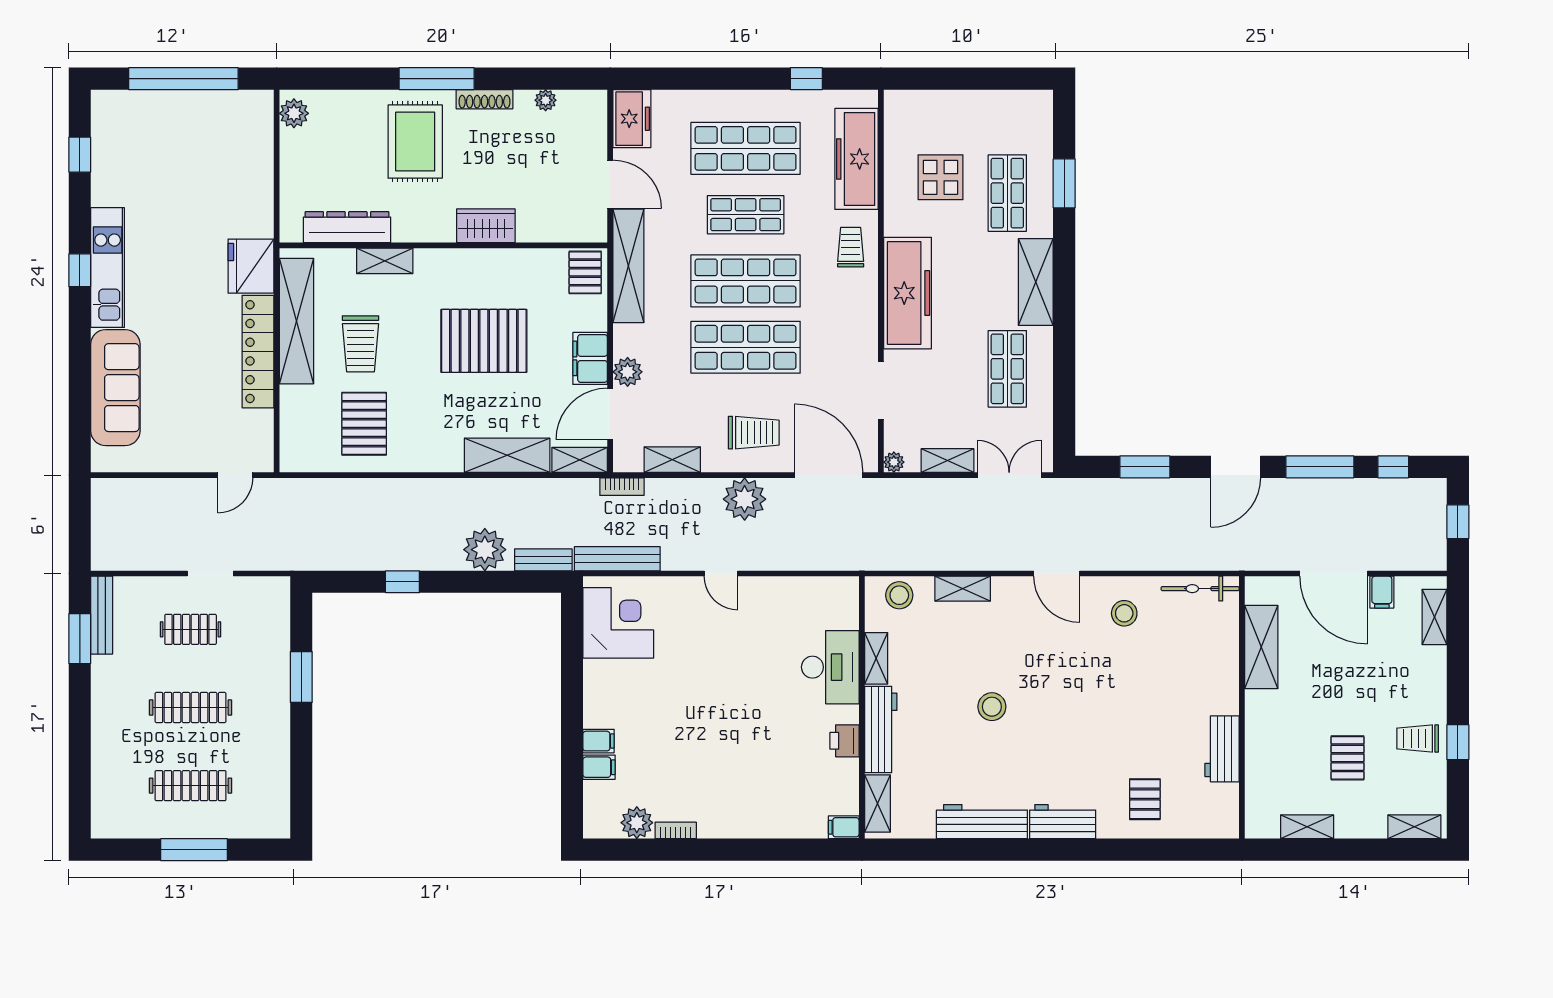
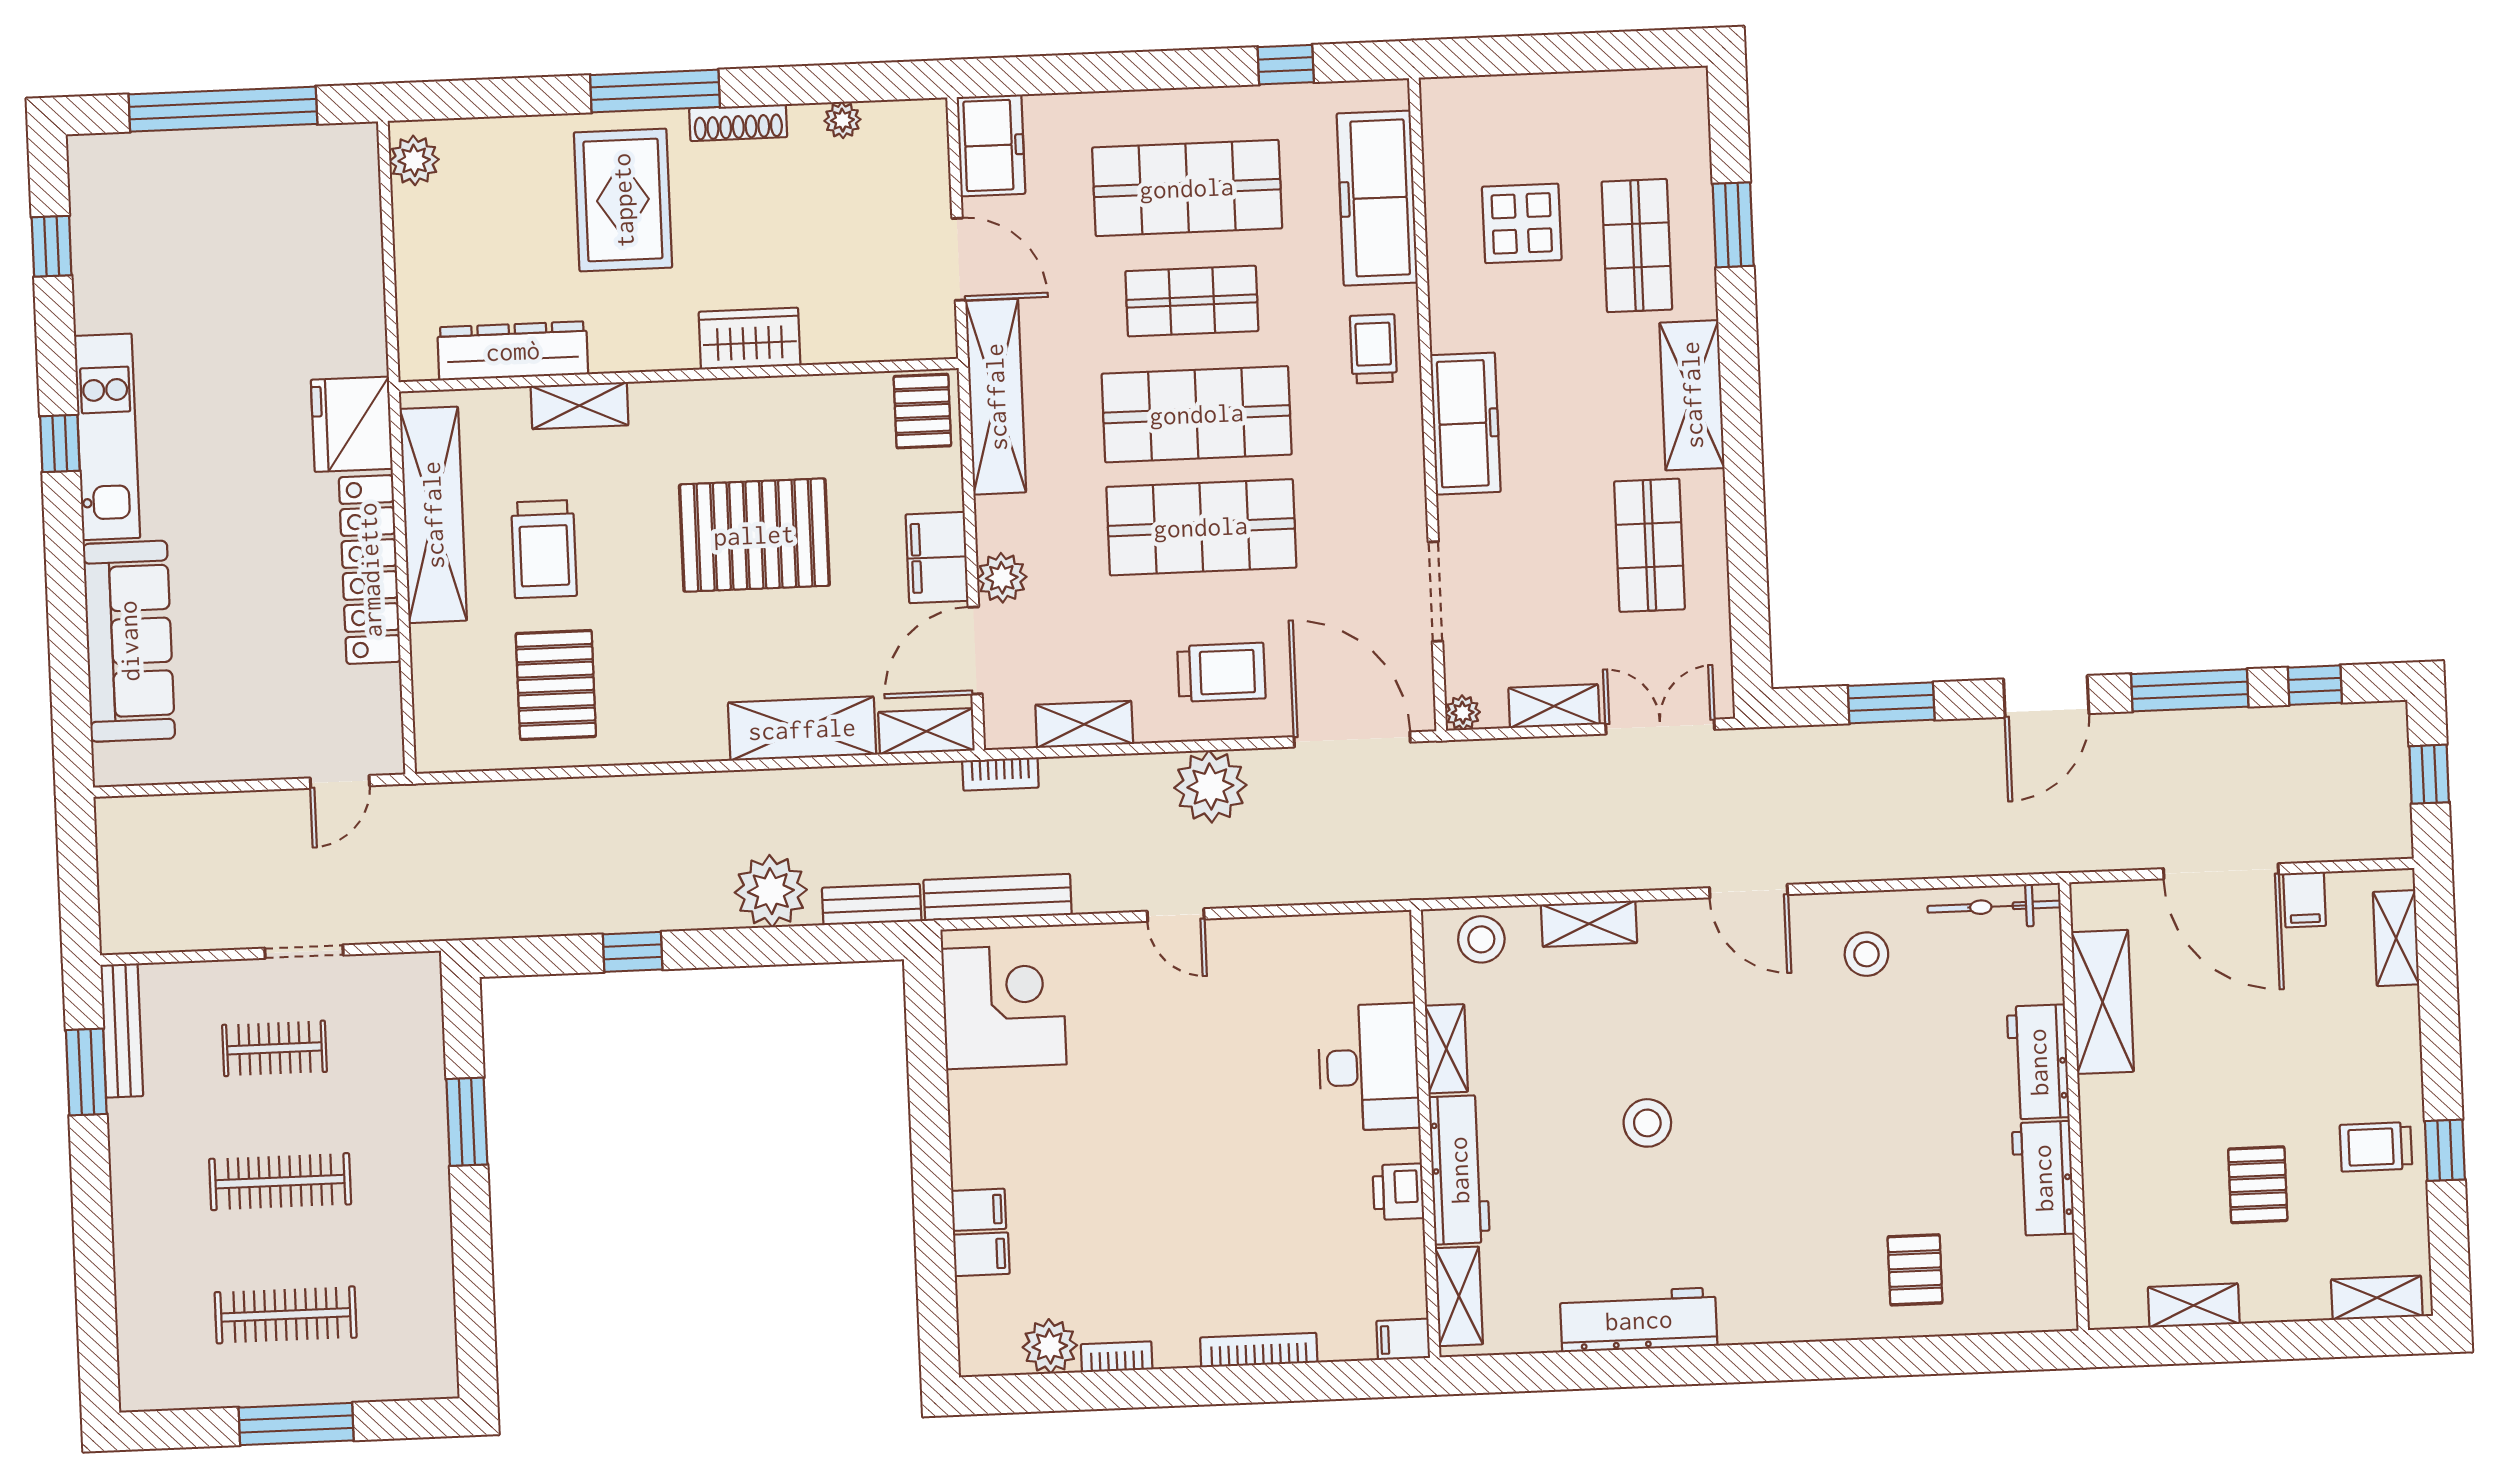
freezer: (908, 293) -> (1465, 424), width x0.73, depth x0.79
workbench: (1063, 822) -> (2038, 1062), moved, turned -90
bookcase: (759, 830) -> (1259, 1350), added

